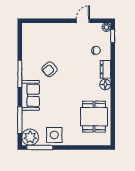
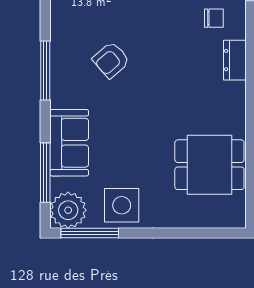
floor lamp: (105, 85) -> (234, 94), removed
sofa: (31, 95) -> (69, 143), moved
dining table: (94, 117) -> (209, 165), turned 90

